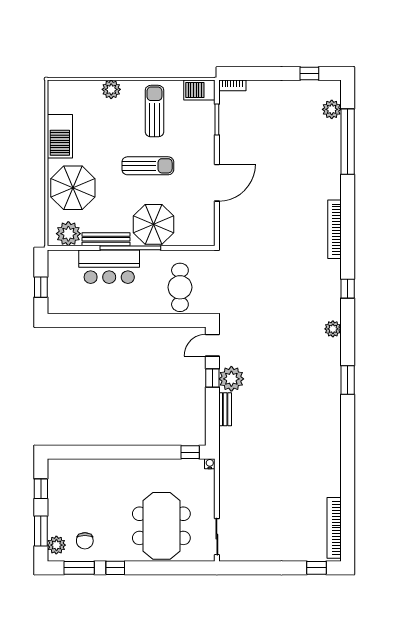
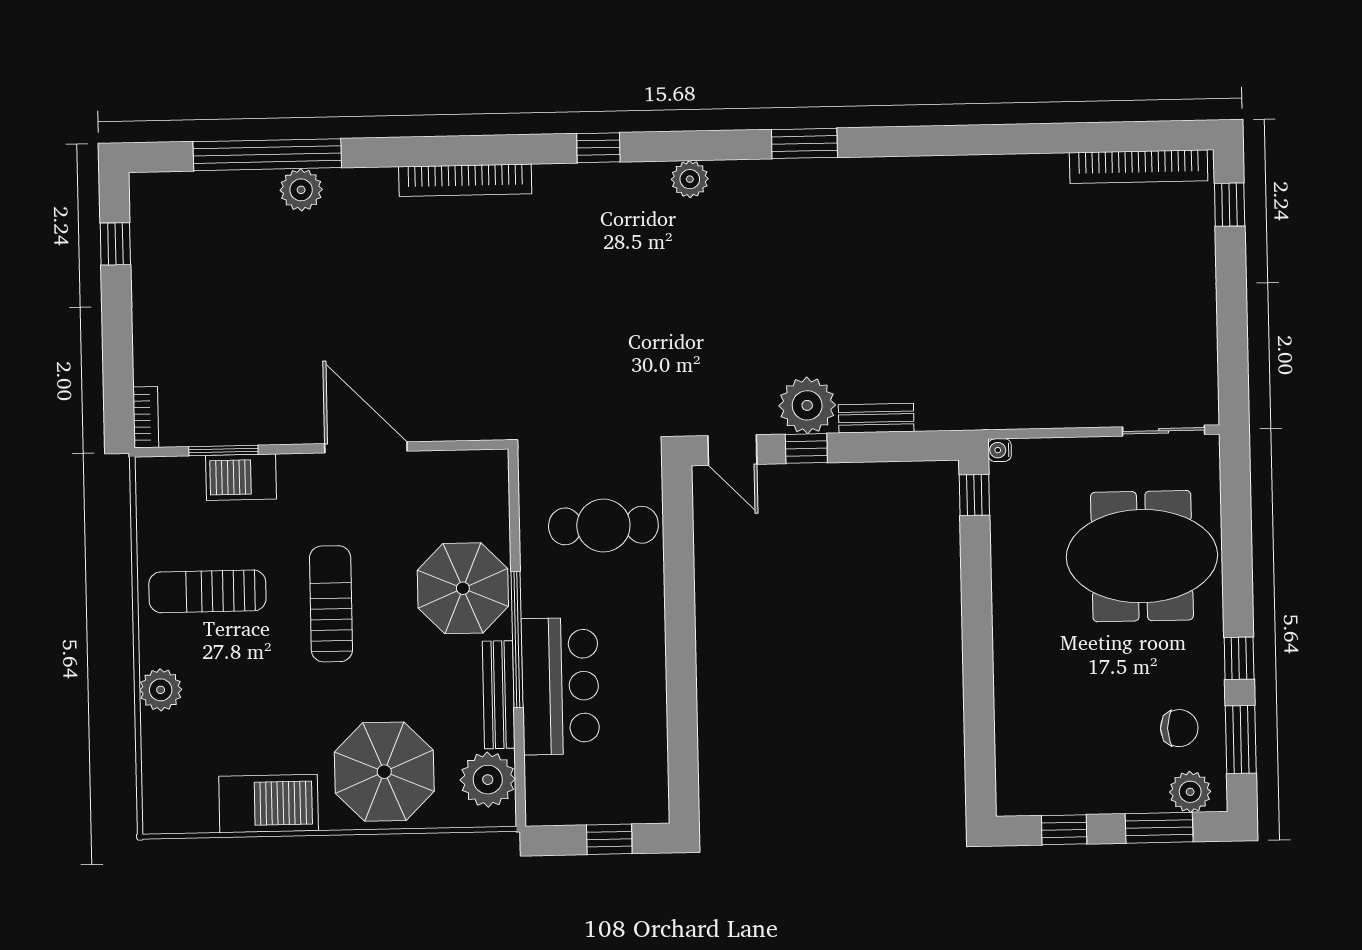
barbecue: (199, 90) -> (241, 477), moved, turned 90
plant: (332, 109) -> (301, 190), moved

